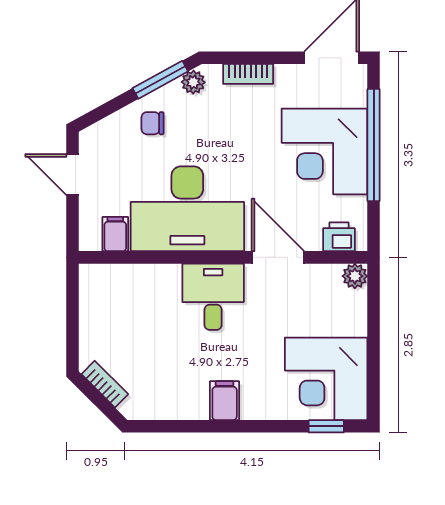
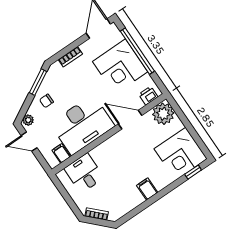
plant: (193, 82) -> (28, 120), moved
plant: (355, 276) -> (163, 114), width x1.88, depth x1.88
desk: (213, 297) -> (84, 173), moved

